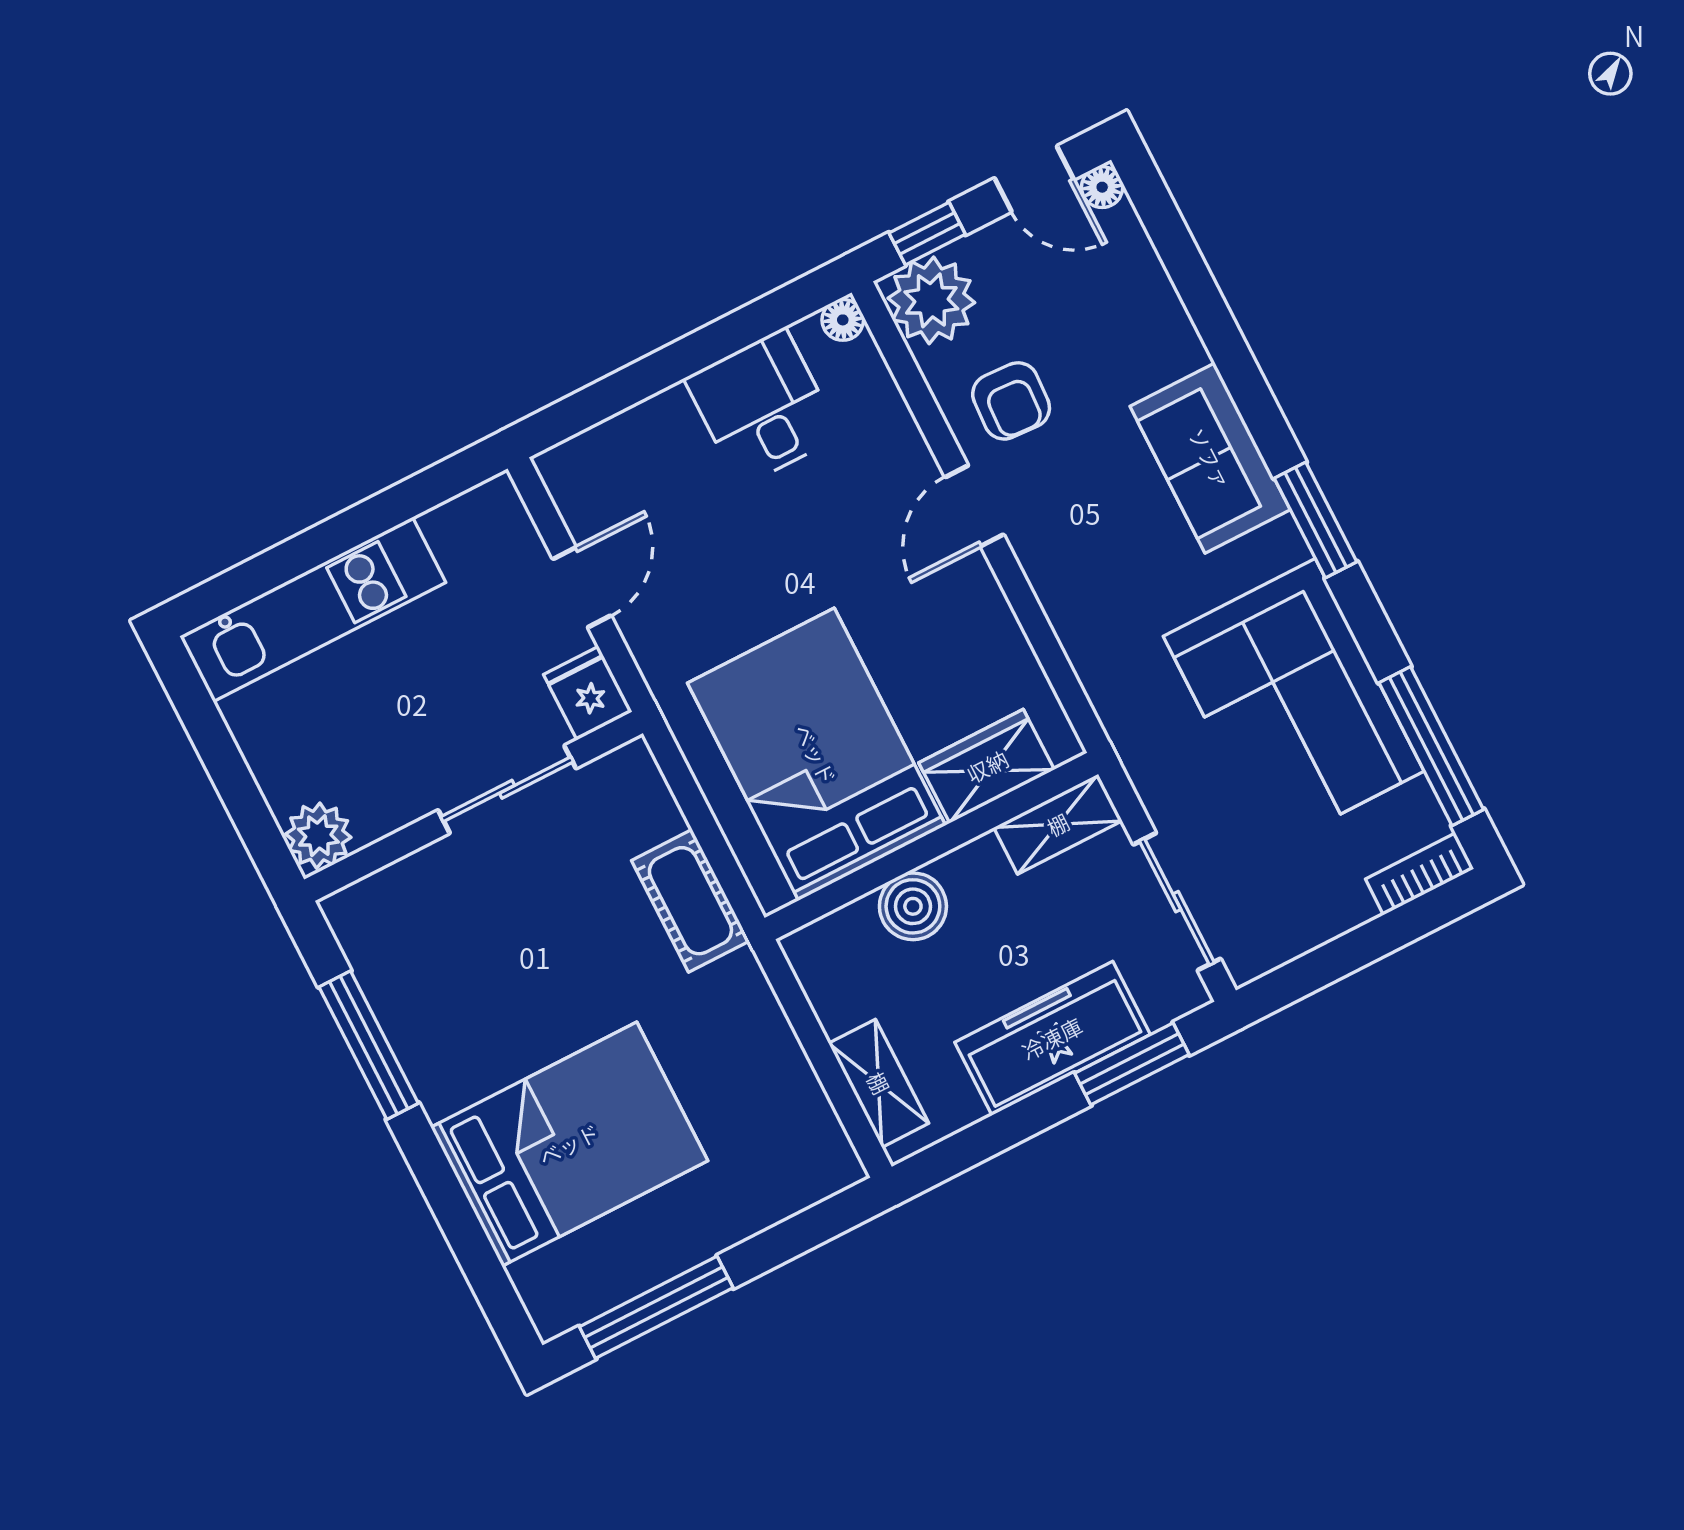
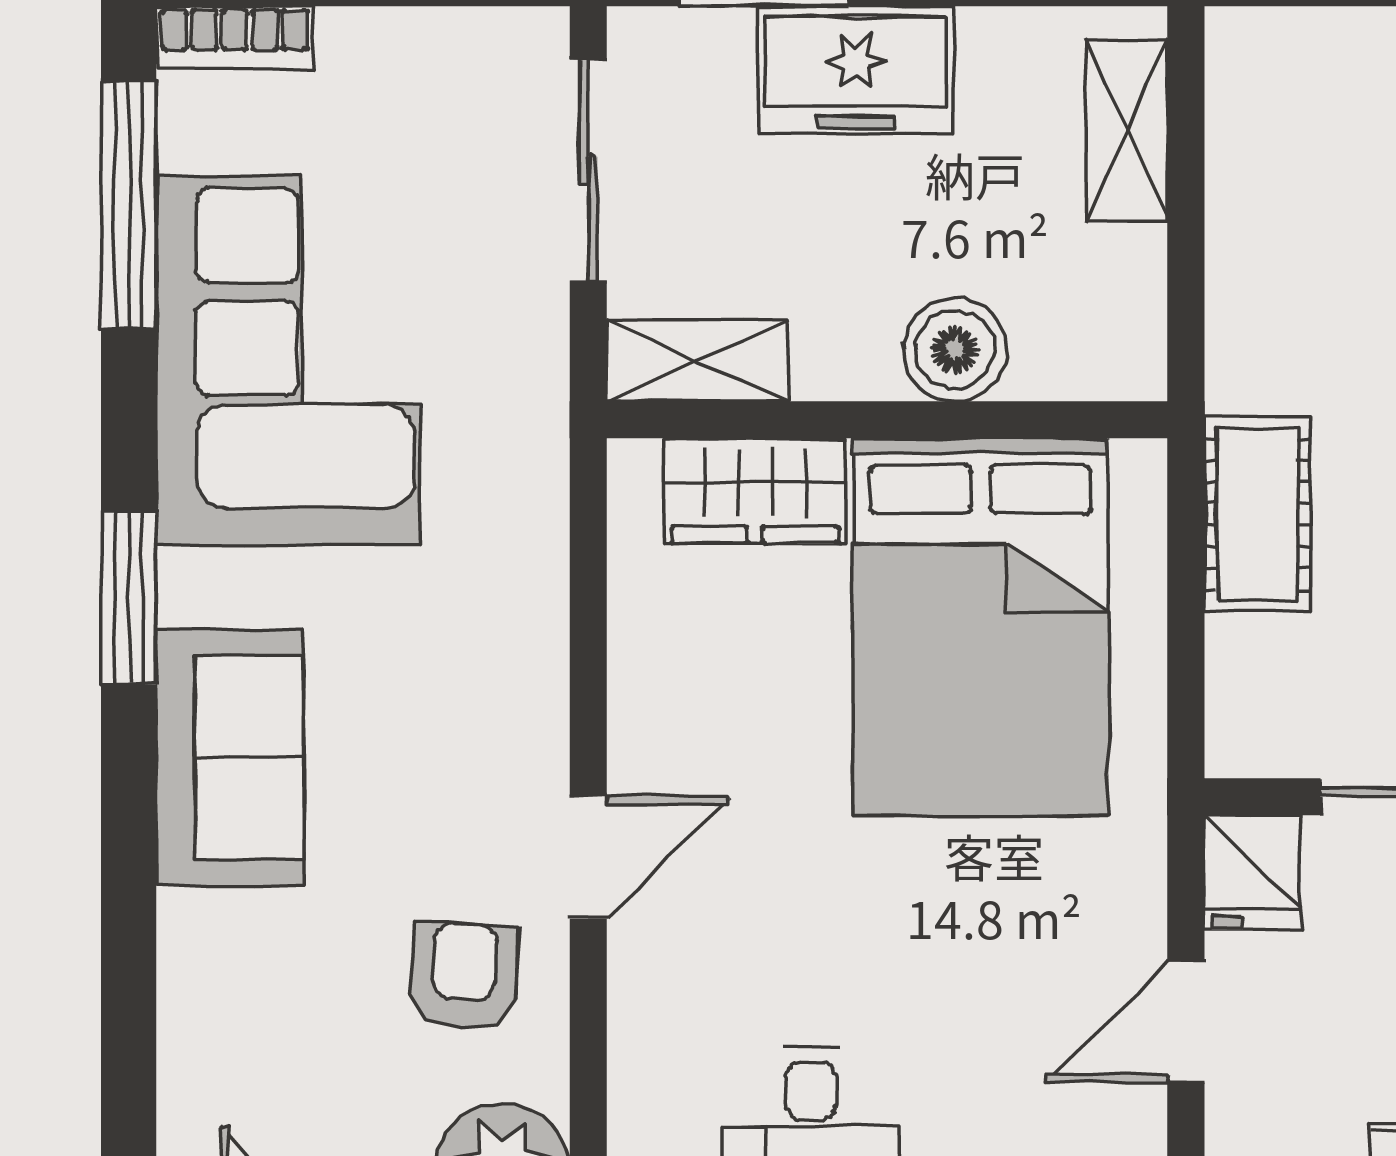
freezer: (1052, 1038) -> (856, 70), width x0.71

